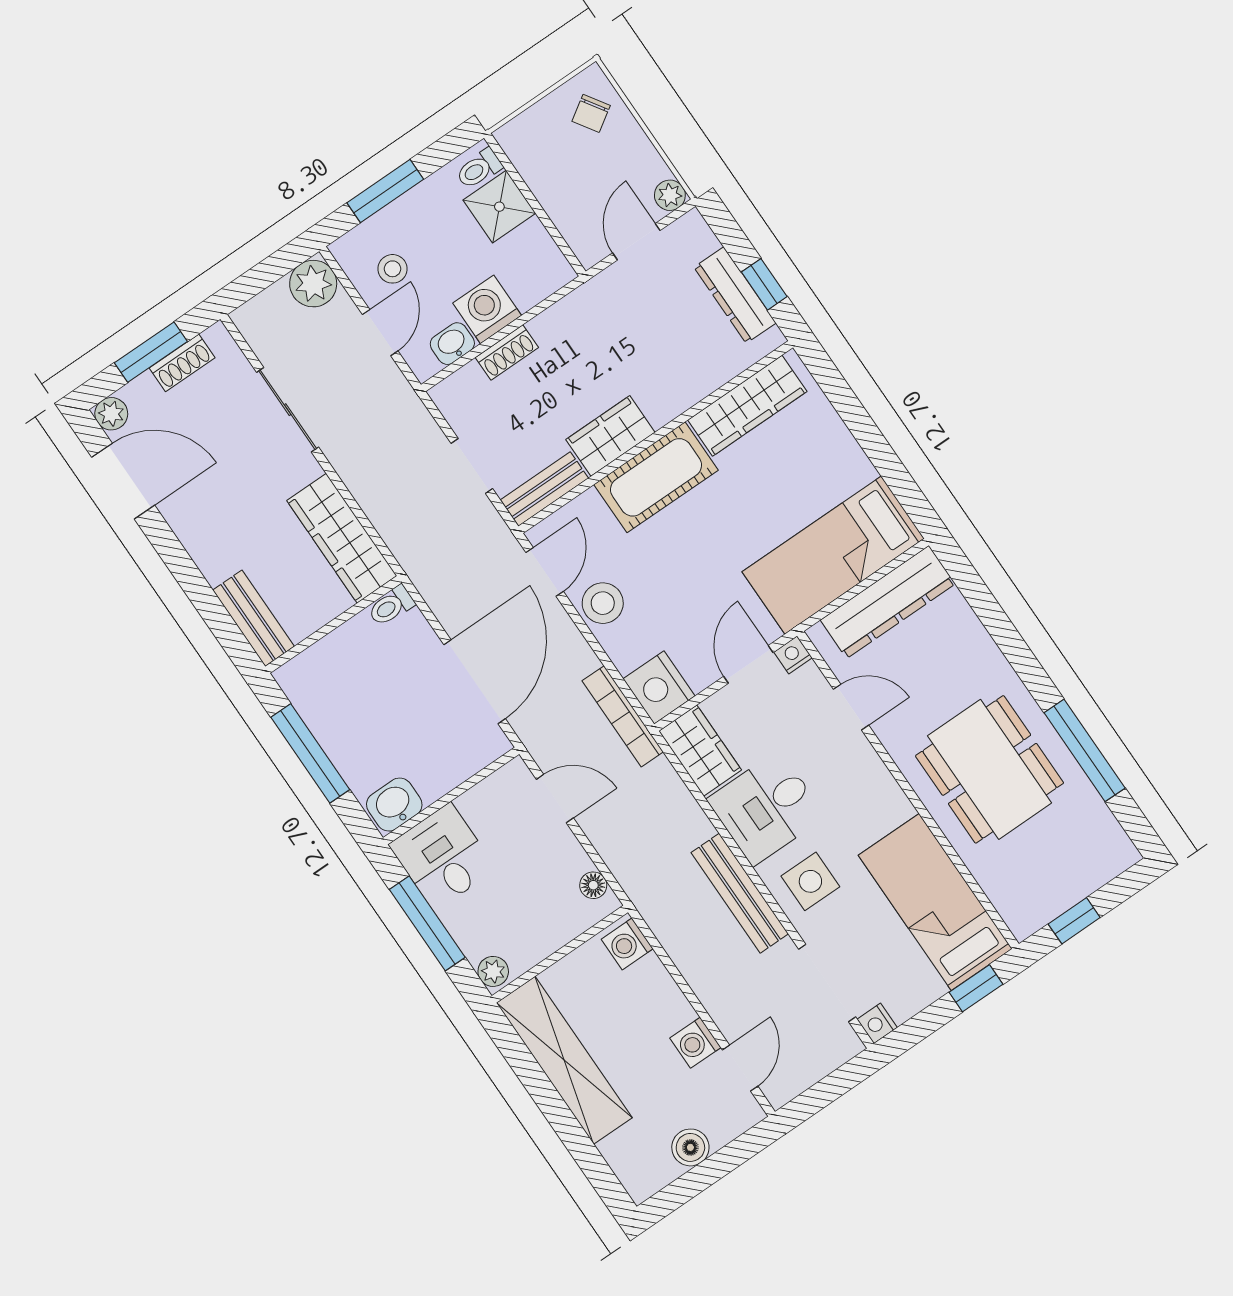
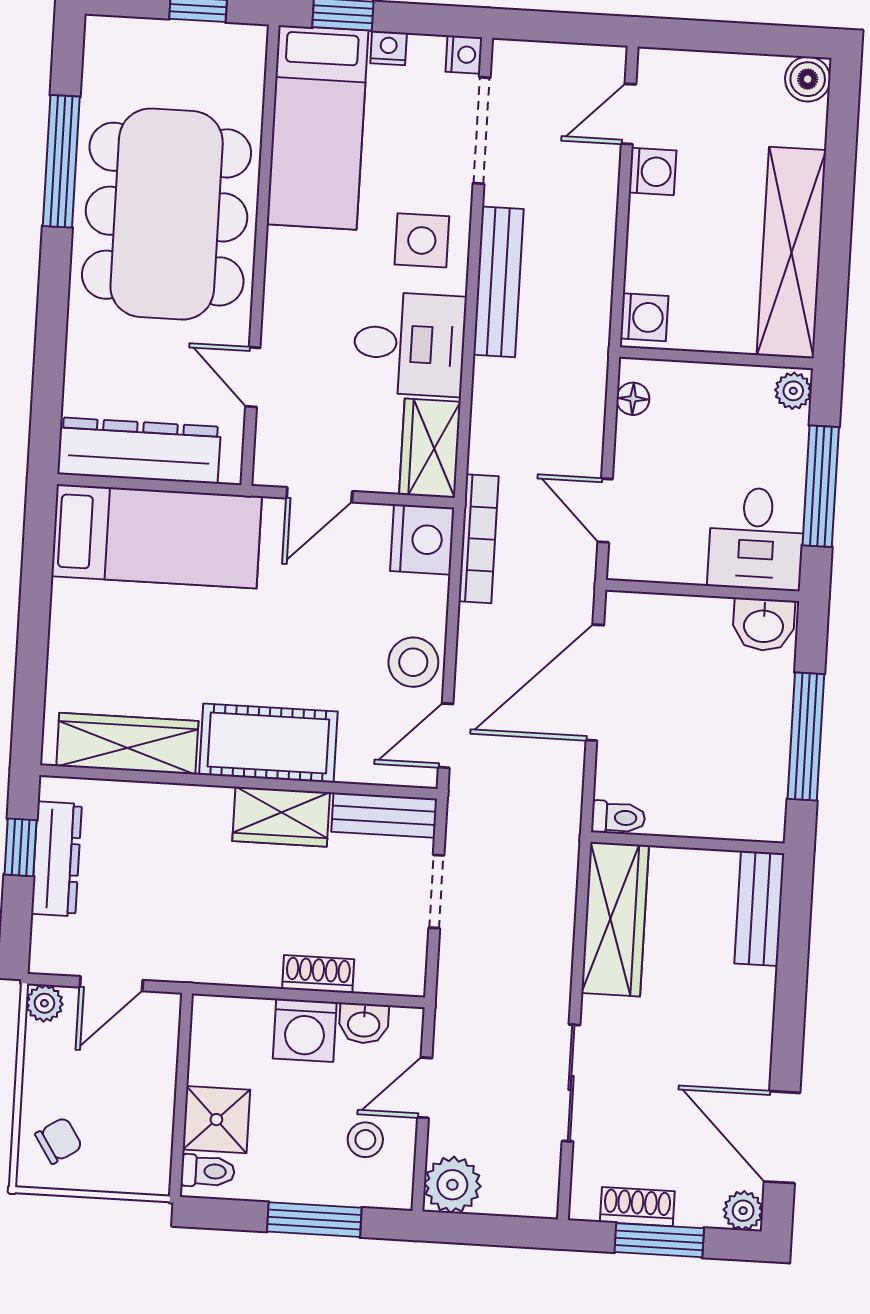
nightstand: (793, 655) -> (389, 48), moved, turned 180
dining table: (990, 769) -> (167, 214), width x1.36, depth x1.24
boiler: (690, 1147) -> (808, 79), moved

